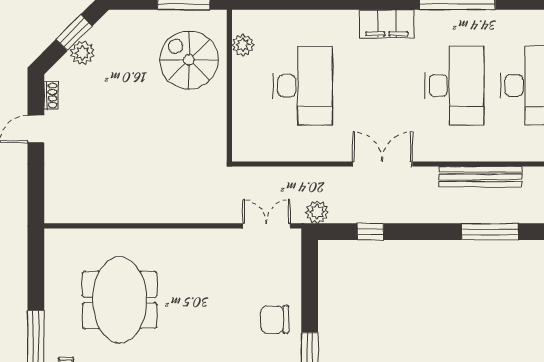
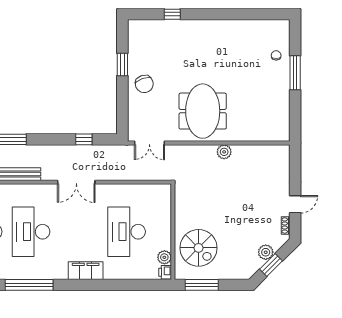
printer: (242, 21) -> (165, 272), added
filing cabinet: (387, 24) -> (86, 271), moved
plant: (317, 212) -> (224, 152), moved
meeting table: (120, 300) -> (203, 111), moved
chair: (275, 320) -> (144, 84), turned 71

